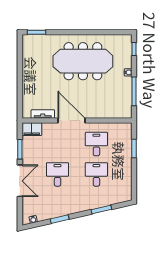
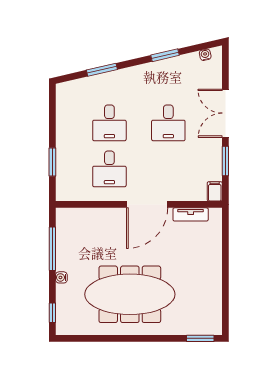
door: (72, 121) -> (147, 204), hinge flipped
filing cabinet: (32, 129) -> (215, 191), width x0.50

